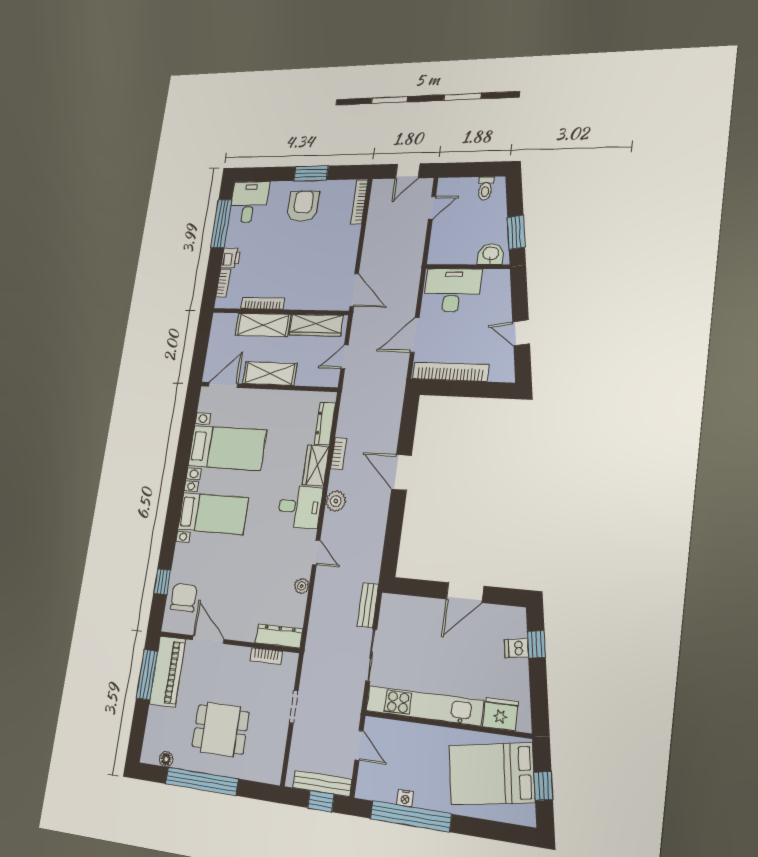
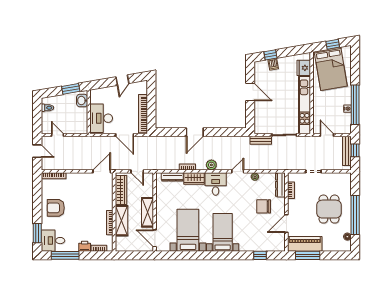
window: (311, 173) -> (37, 233), moved
chair: (184, 598) -> (264, 206), moved
door: (359, 745) -> (327, 135), hinge flipped

